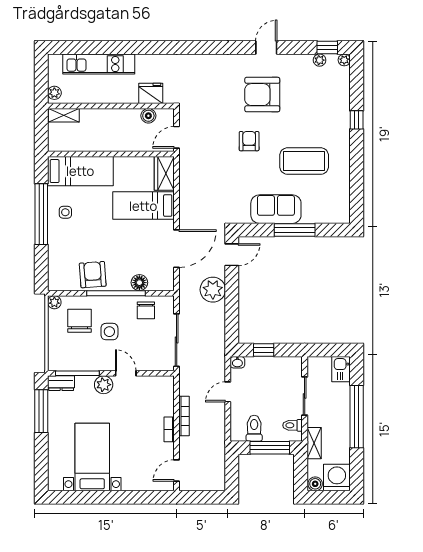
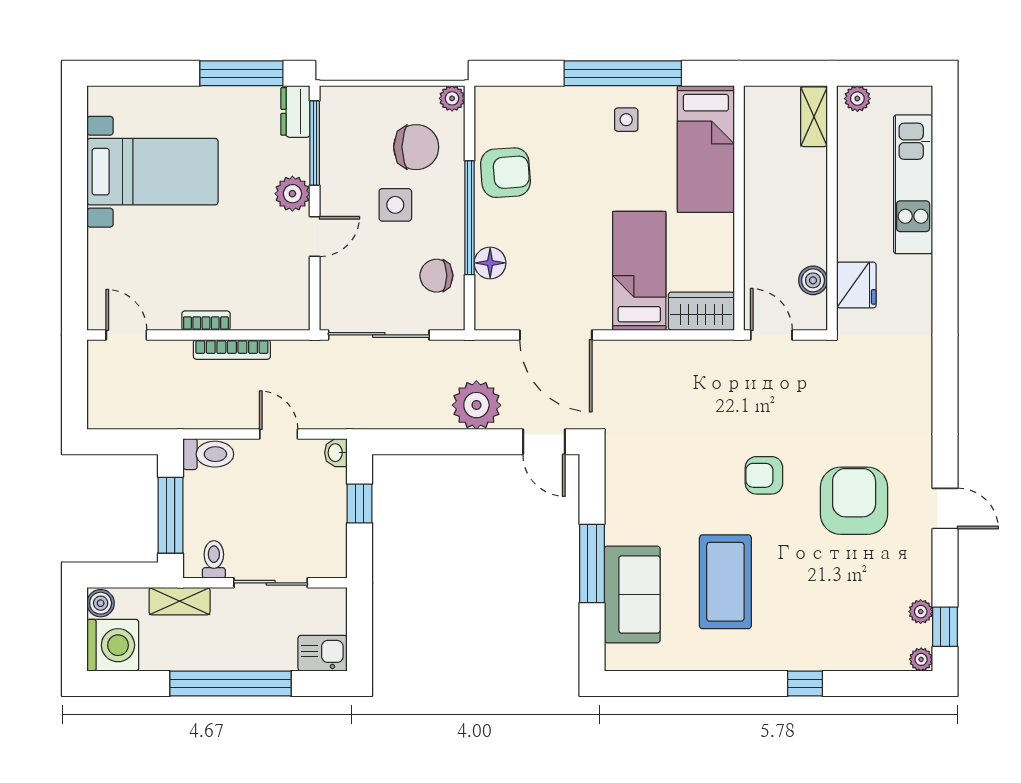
armchair: (249, 141) -> (764, 475), turned 180
sofa: (276, 209) -> (632, 594), moved
toilet: (254, 428) -> (208, 454), moved

